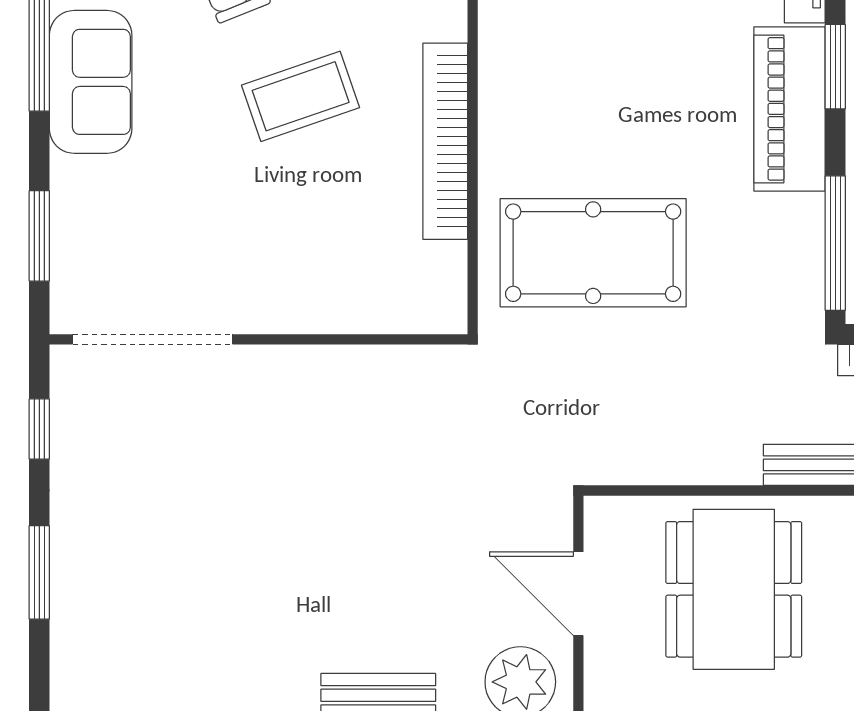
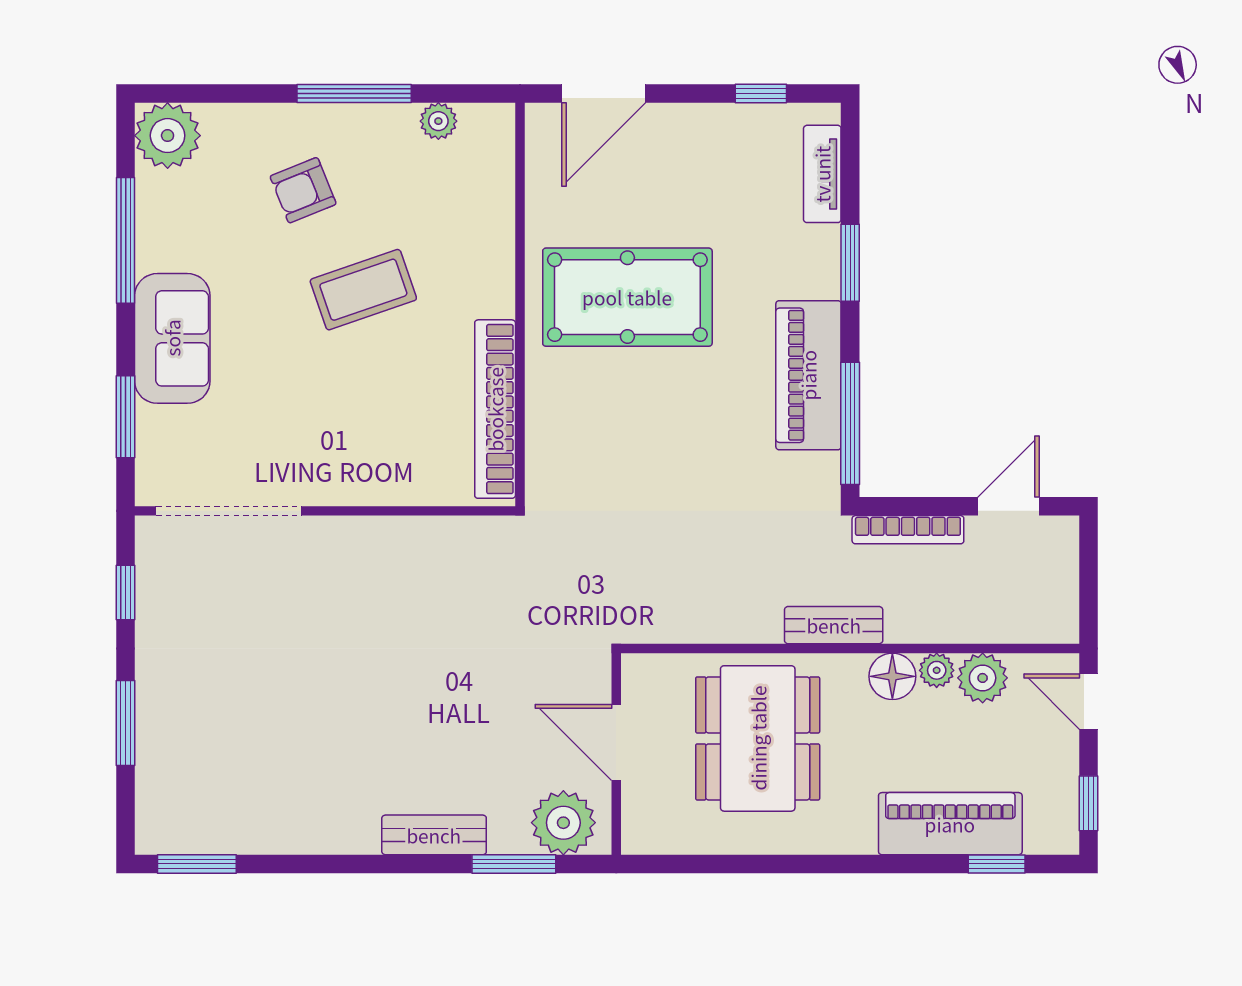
sofa: (91, 82) -> (172, 338), moved
piano: (790, 109) -> (808, 375), moved
bookcase: (445, 141) -> (495, 409), moved
pool table: (593, 253) -> (627, 297), moved

